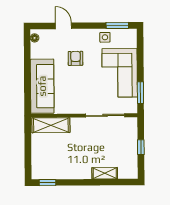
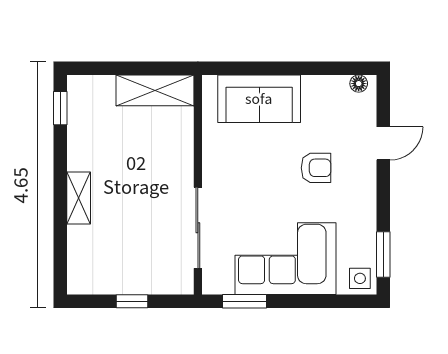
side table: (105, 37) -> (360, 278), moved
sofa: (42, 86) -> (259, 99), width x0.73
shelving: (51, 125) -> (155, 90), moved, turned 90
shelving: (105, 173) -> (79, 198), moved

